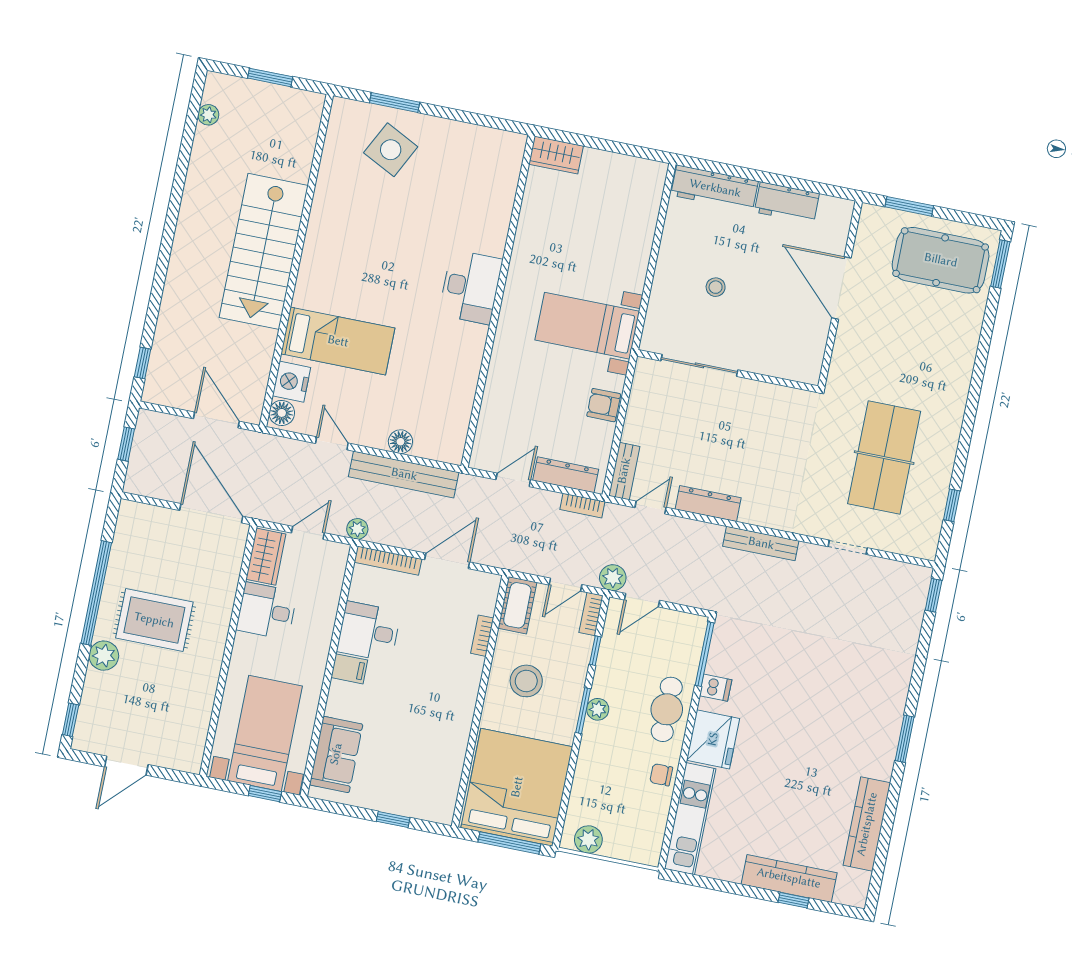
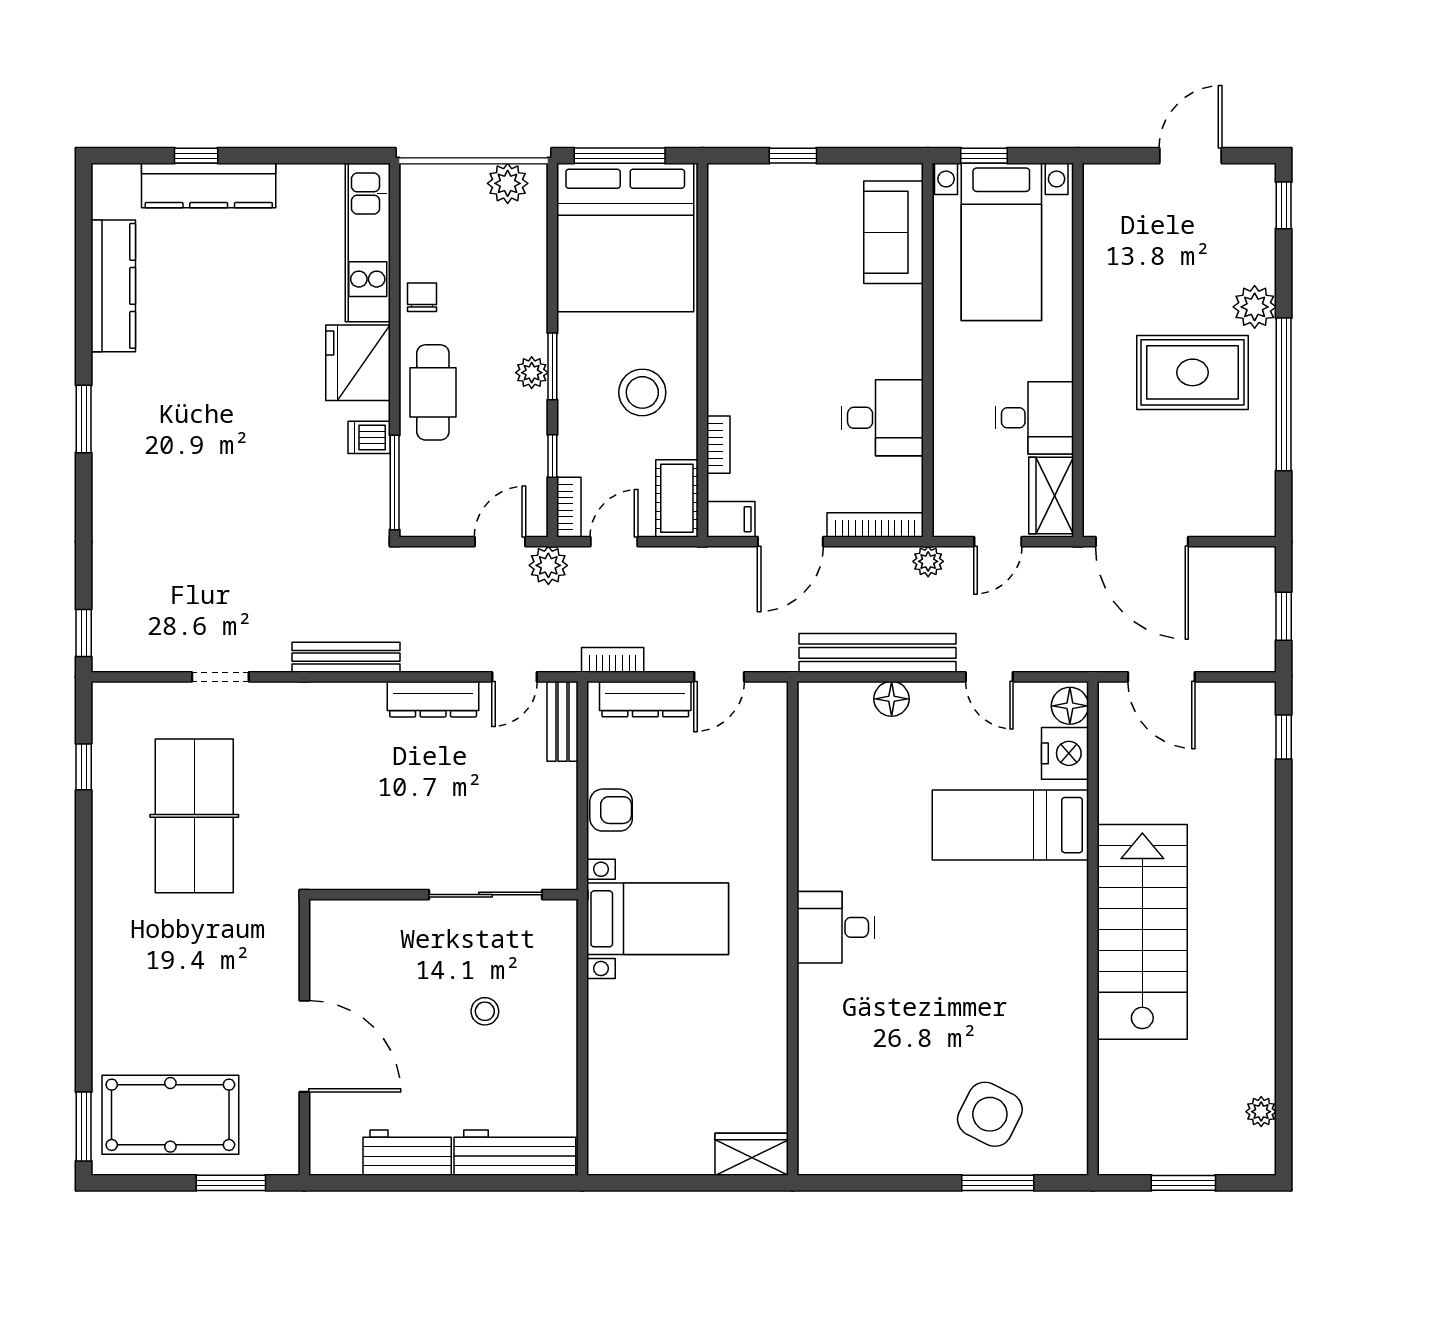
desk: (471, 287) -> (836, 927), width x0.73
filing cabinet: (349, 669) -> (731, 519), moved, turned 180
chair: (661, 775) -> (422, 297), turned -90

